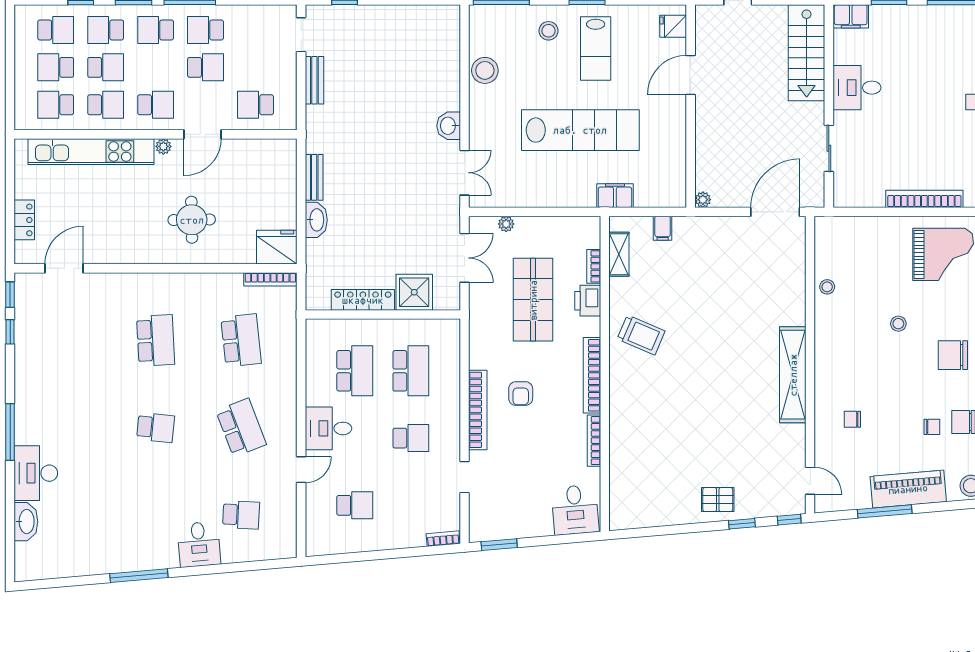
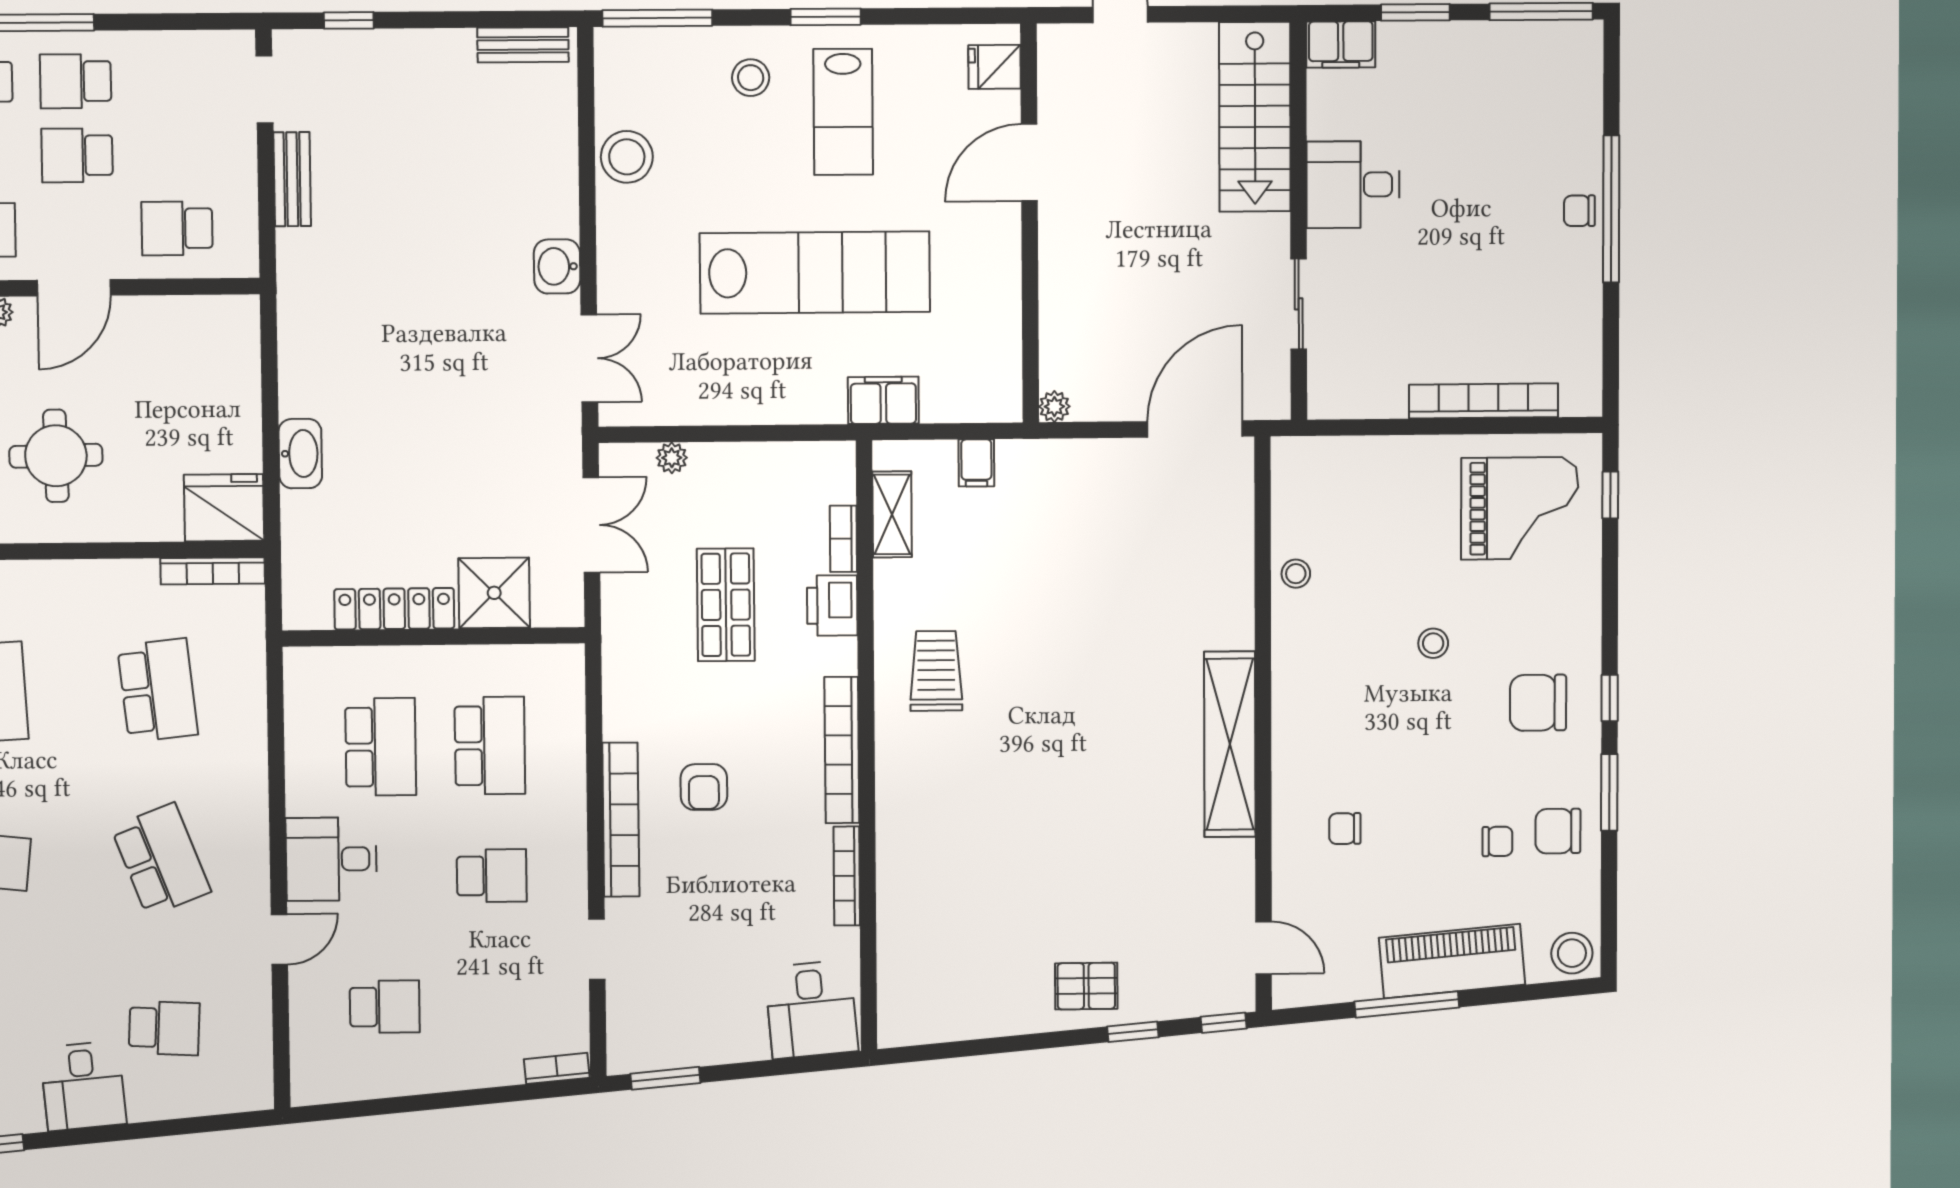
school desk: (206, 67) -> (77, 155), turned 180
bench: (314, 177) -> (523, 45), moved, turned 90
shop shelf: (533, 300) -> (726, 605), width x0.70, depth x0.74
trolley: (641, 335) -> (936, 671), turned -113

